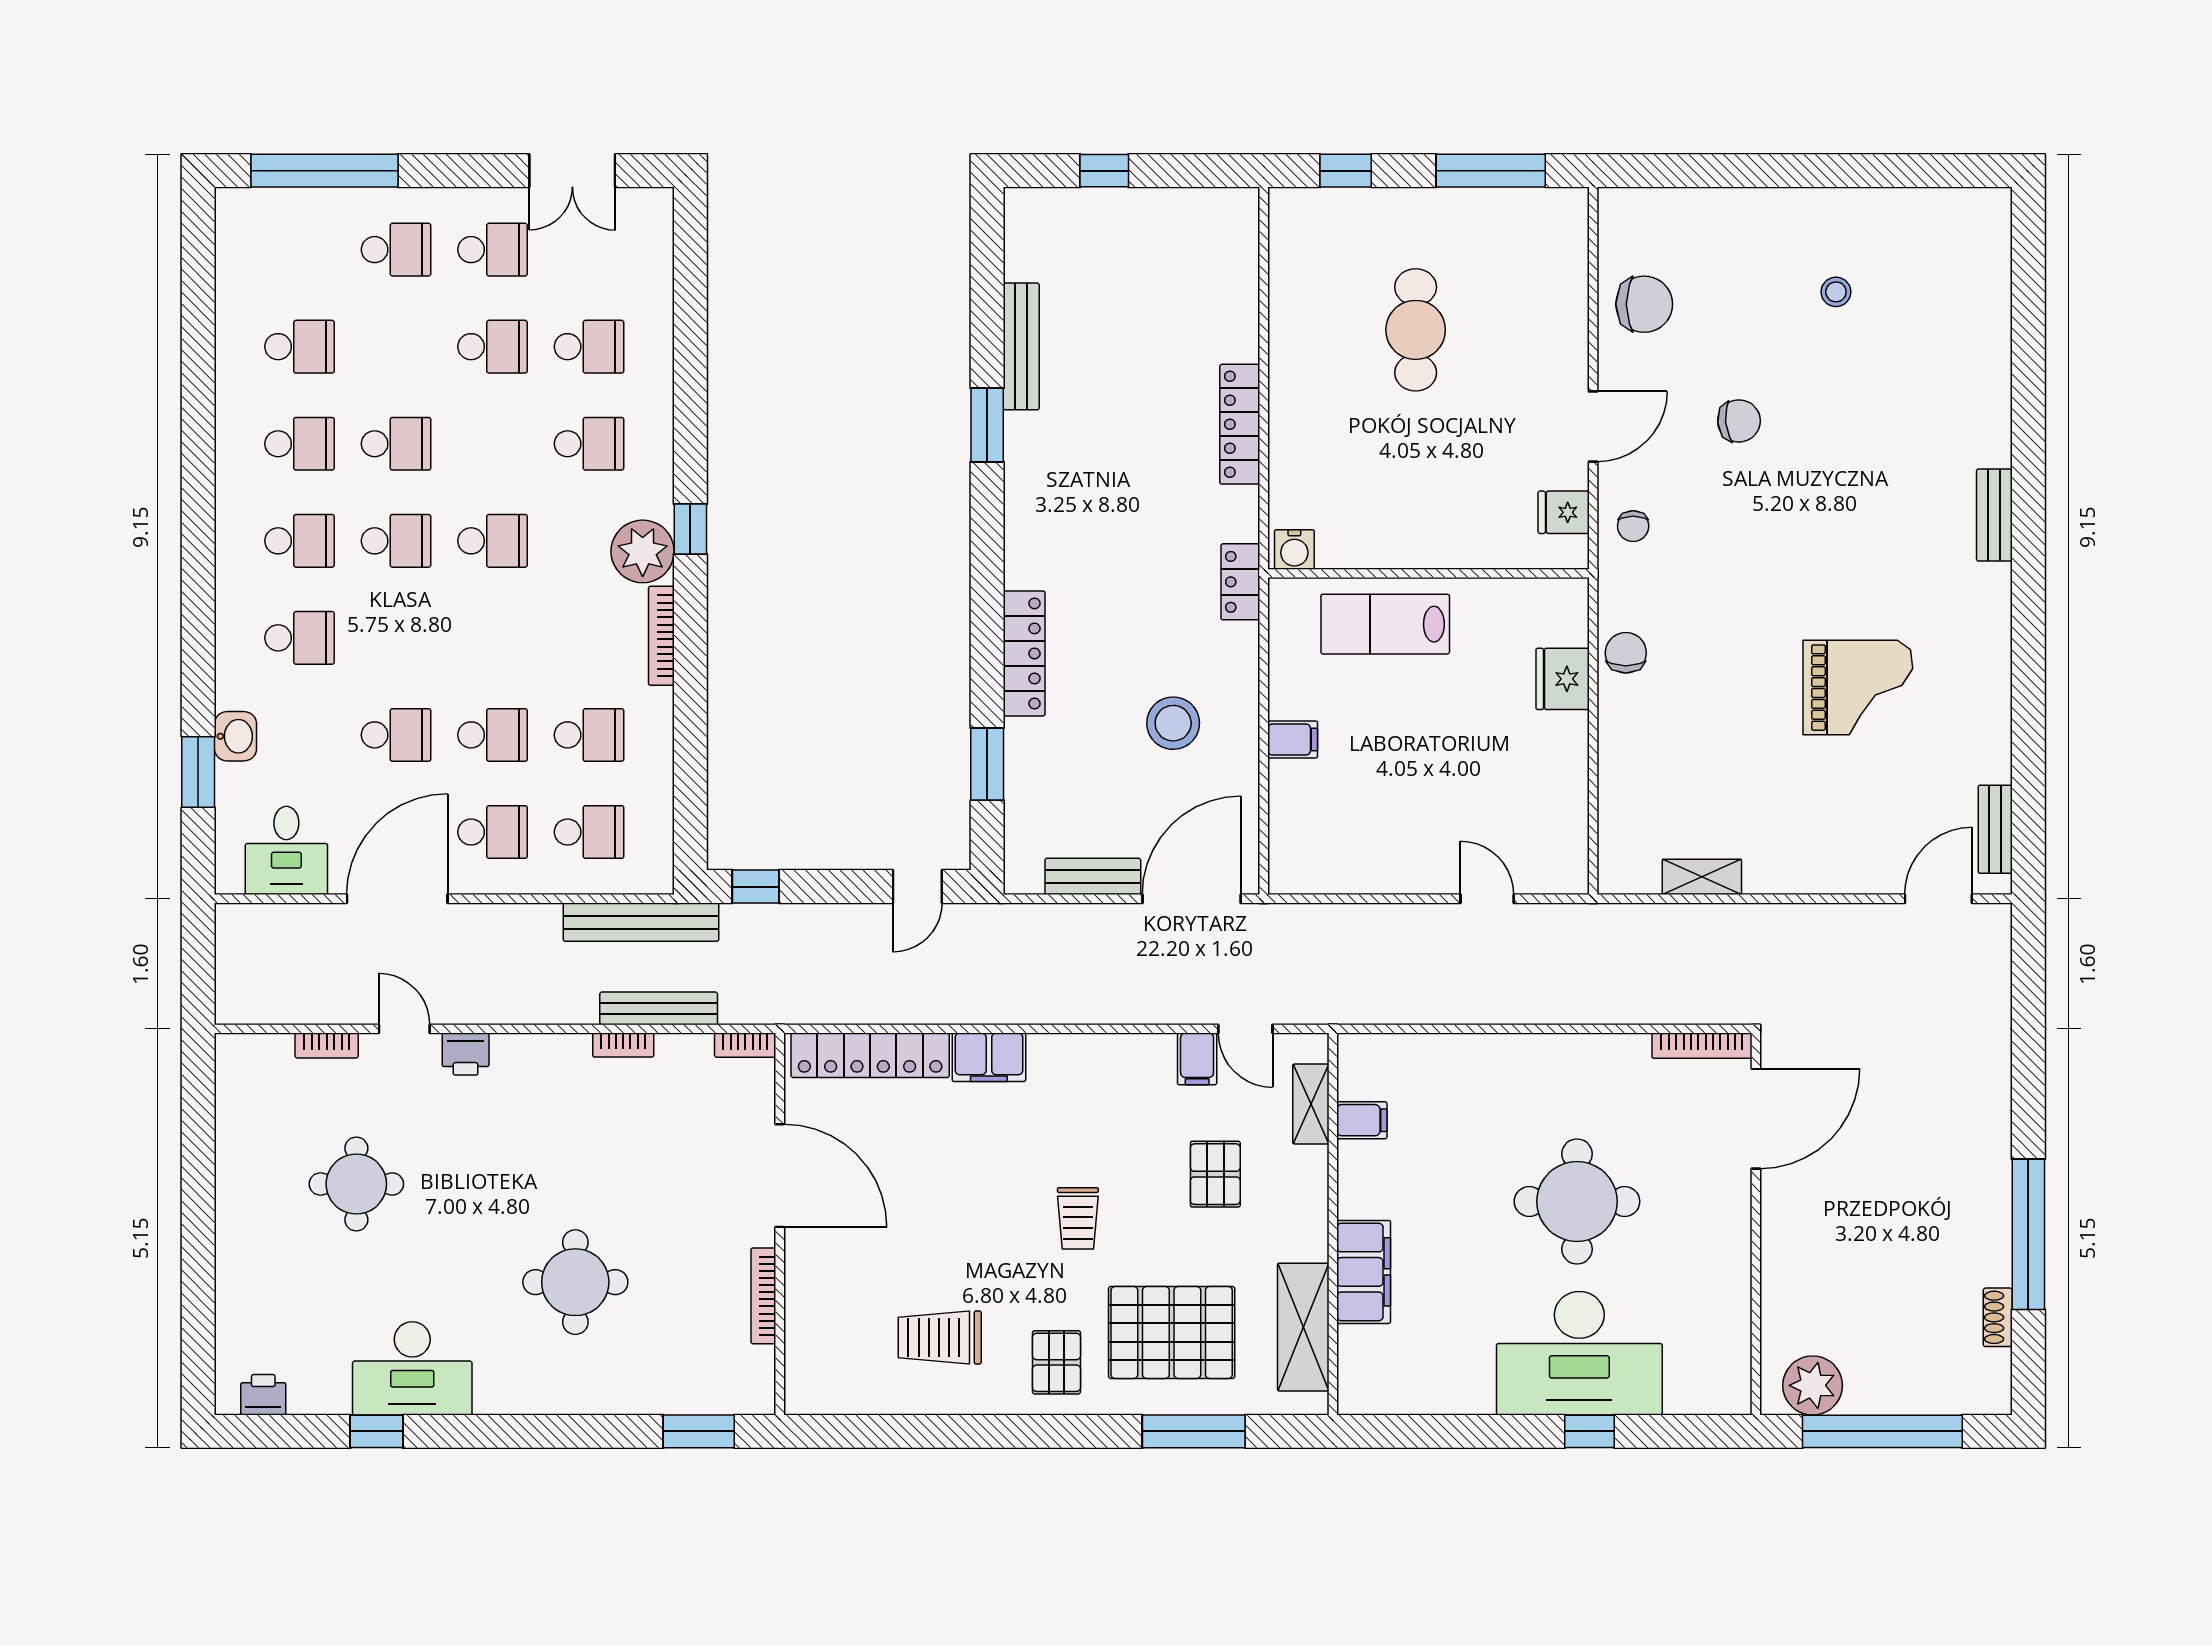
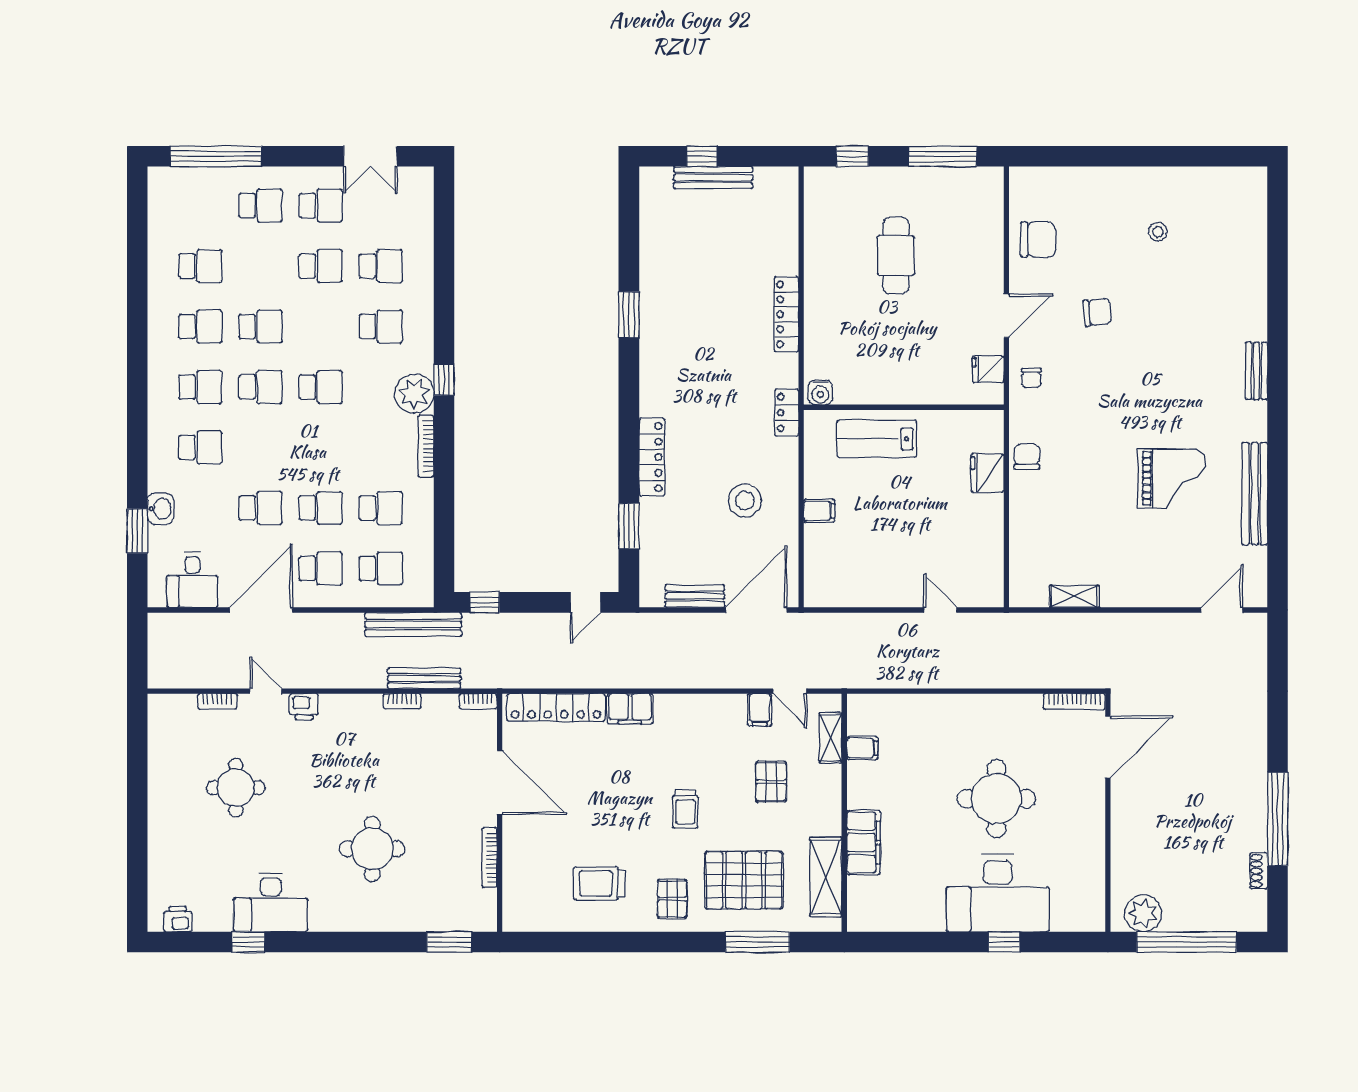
bench: (1021, 346) -> (713, 178), moved, turned 90
bench: (1995, 829) -> (1255, 494), moved, width x1.86, depth x1.21

